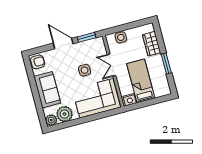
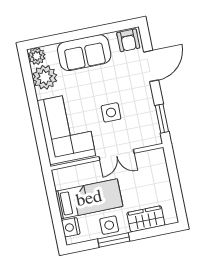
side table: (121, 37) -> (109, 225), moved
door: (63, 43) -> (151, 66), moved
double door: (112, 65) -> (116, 155), swing flipped
nightstand: (130, 100) -> (71, 227), moved

